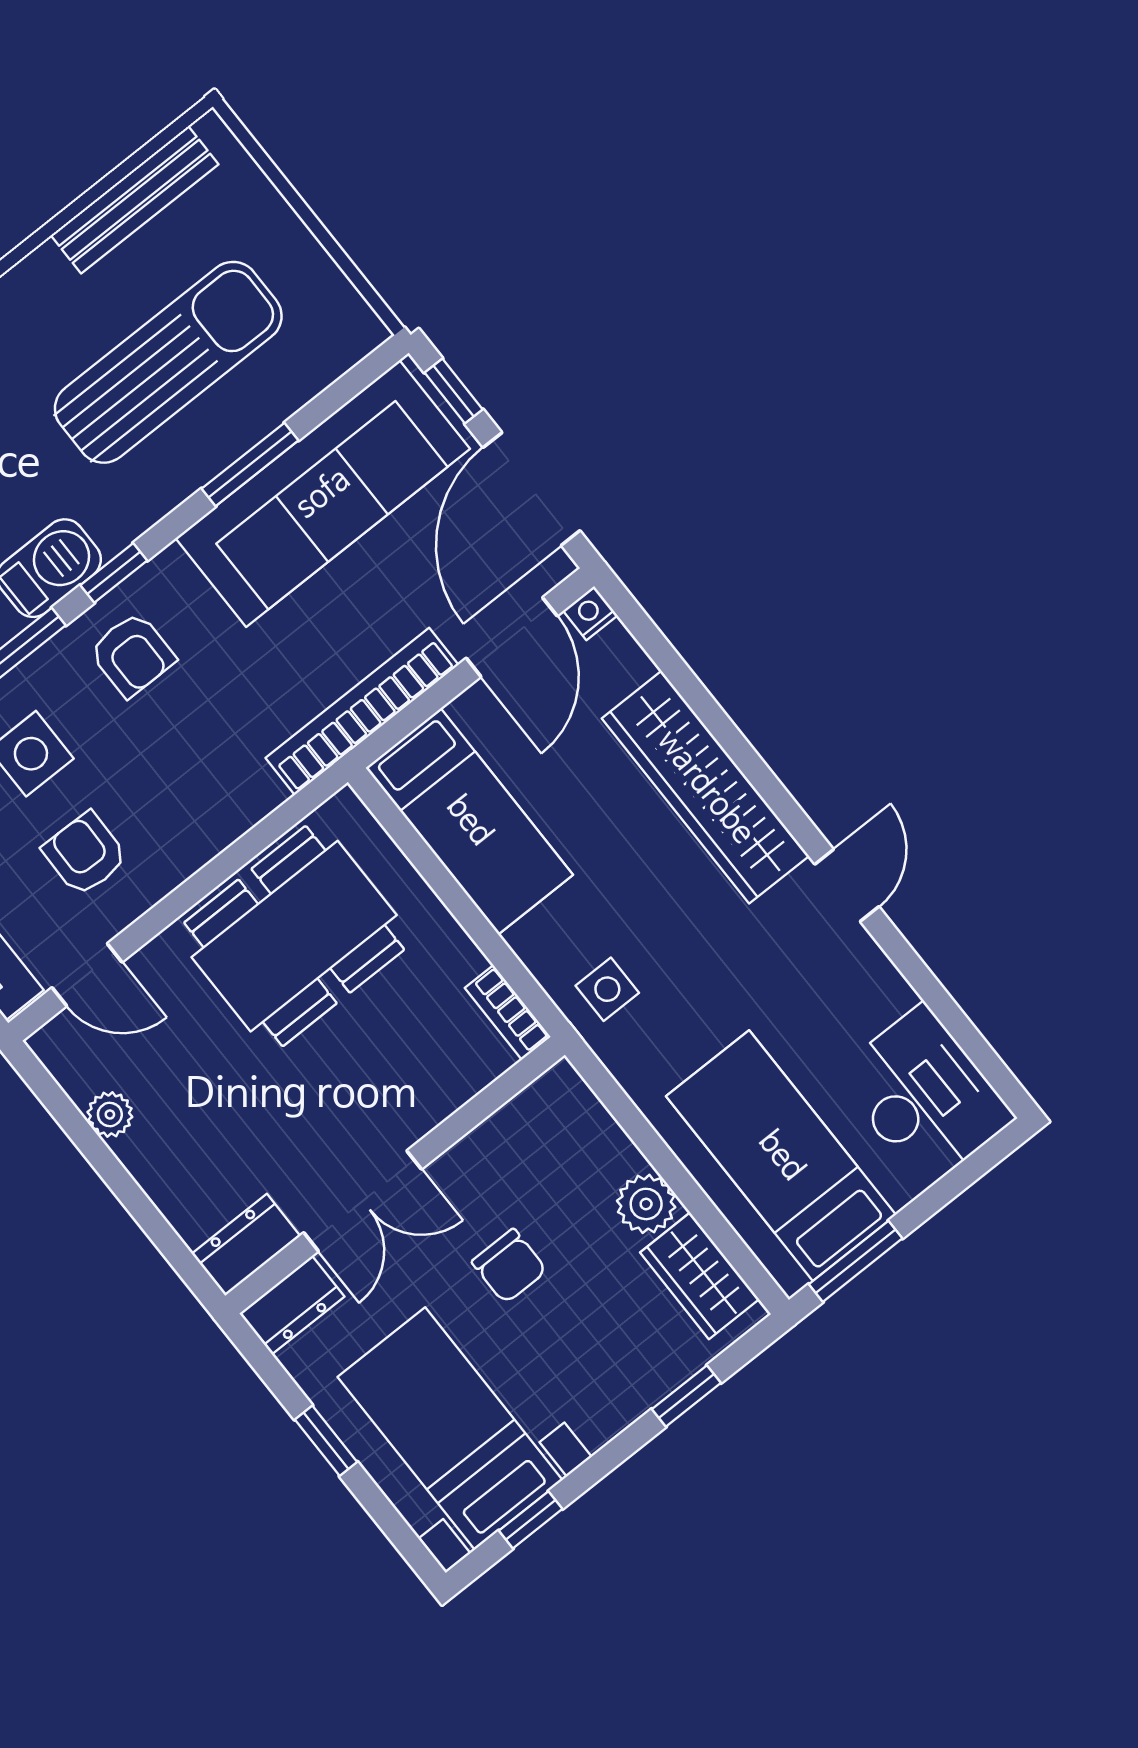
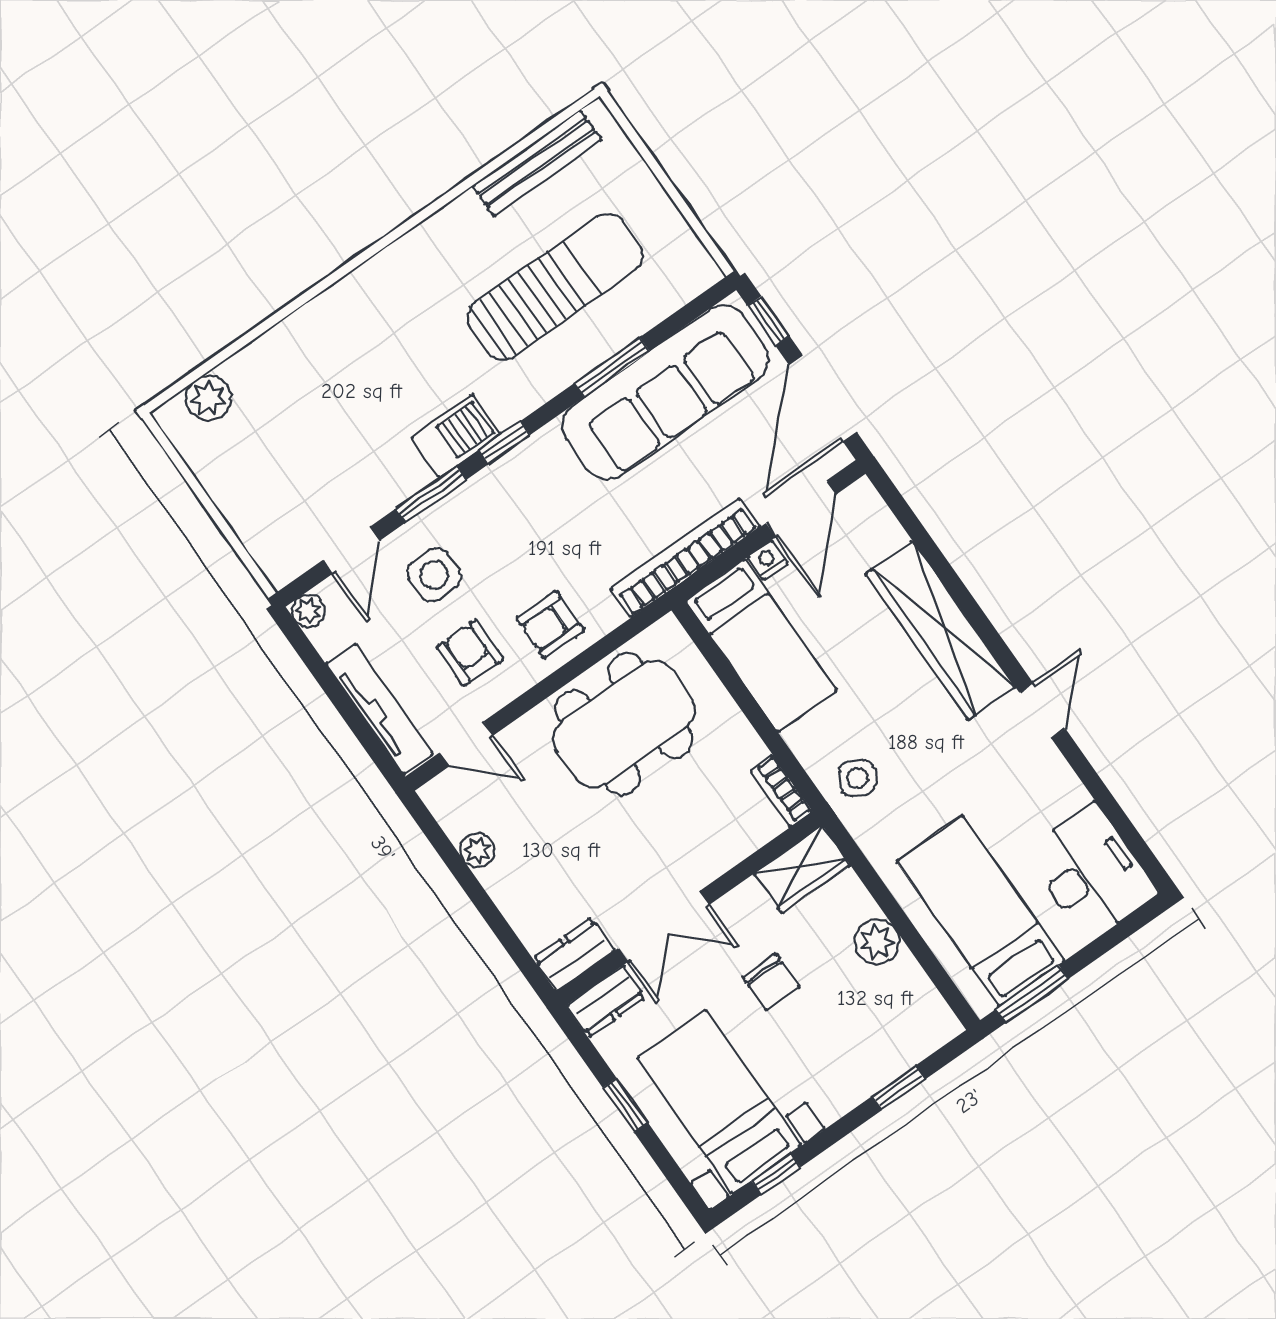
nightstand: (590, 613) -> (768, 560), moved
armchair: (132, 655) -> (550, 624), moved, turned 90
side table: (607, 989) -> (857, 778), turned 30
wardrobe: (700, 1276) -> (802, 869), moved, turned -90

